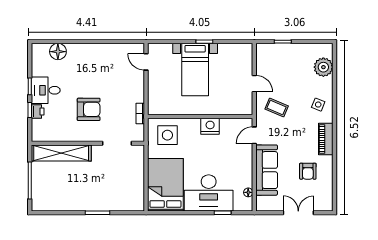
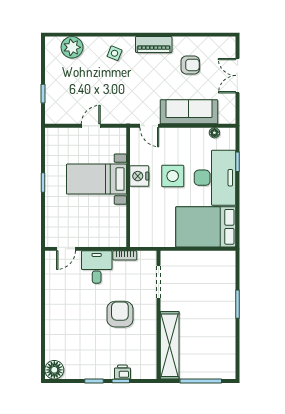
floor lamp: (58, 52) -> (54, 370), moved
bed with nightstands: (195, 69) -> (96, 179), moved, turned 180
desk: (46, 90) -> (97, 267), moved, turned 180
coffee table: (277, 107) -> (118, 101), removed
side table: (167, 135) -> (173, 176), moved

